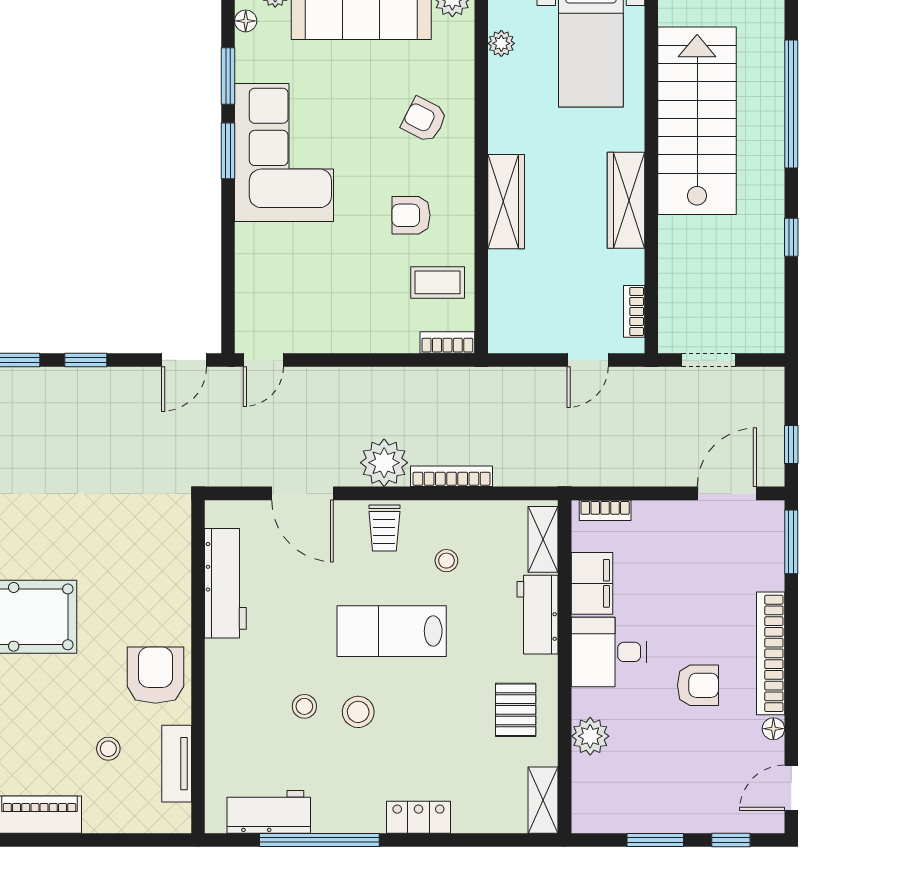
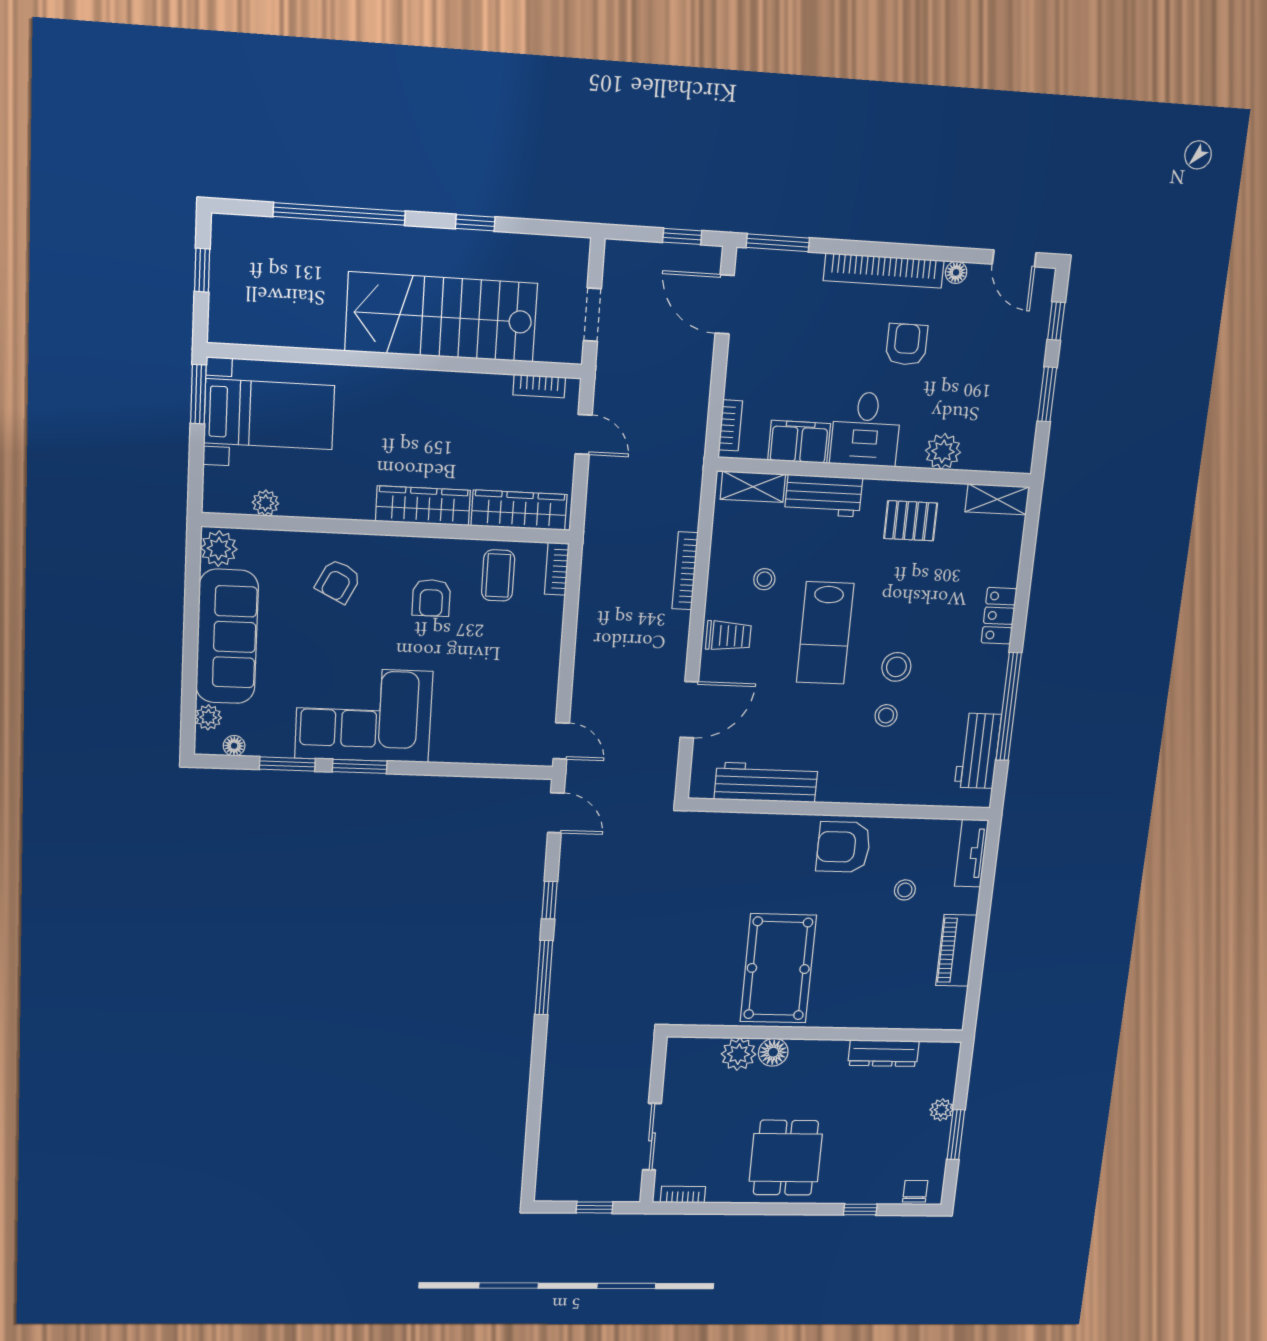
stairs: (697, 121) -> (441, 317), moved
wardrobe: (626, 200) -> (519, 510), moved, turned 180
plant: (384, 463) -> (667, 633), removed
tv unit: (177, 764) -> (972, 853), moved, turned 90

